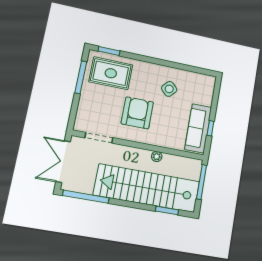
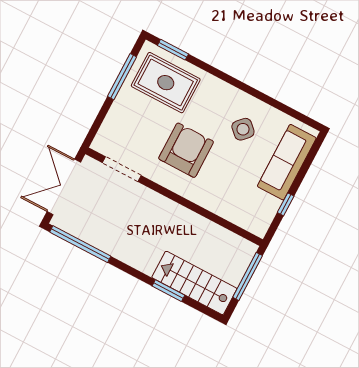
sofa: (198, 128) -> (287, 162), moved
plant: (157, 157) -> (194, 220), removed
stairs: (147, 188) -> (194, 283), width x0.54, depth x0.66
window: (167, 210) -> (168, 291), moved

